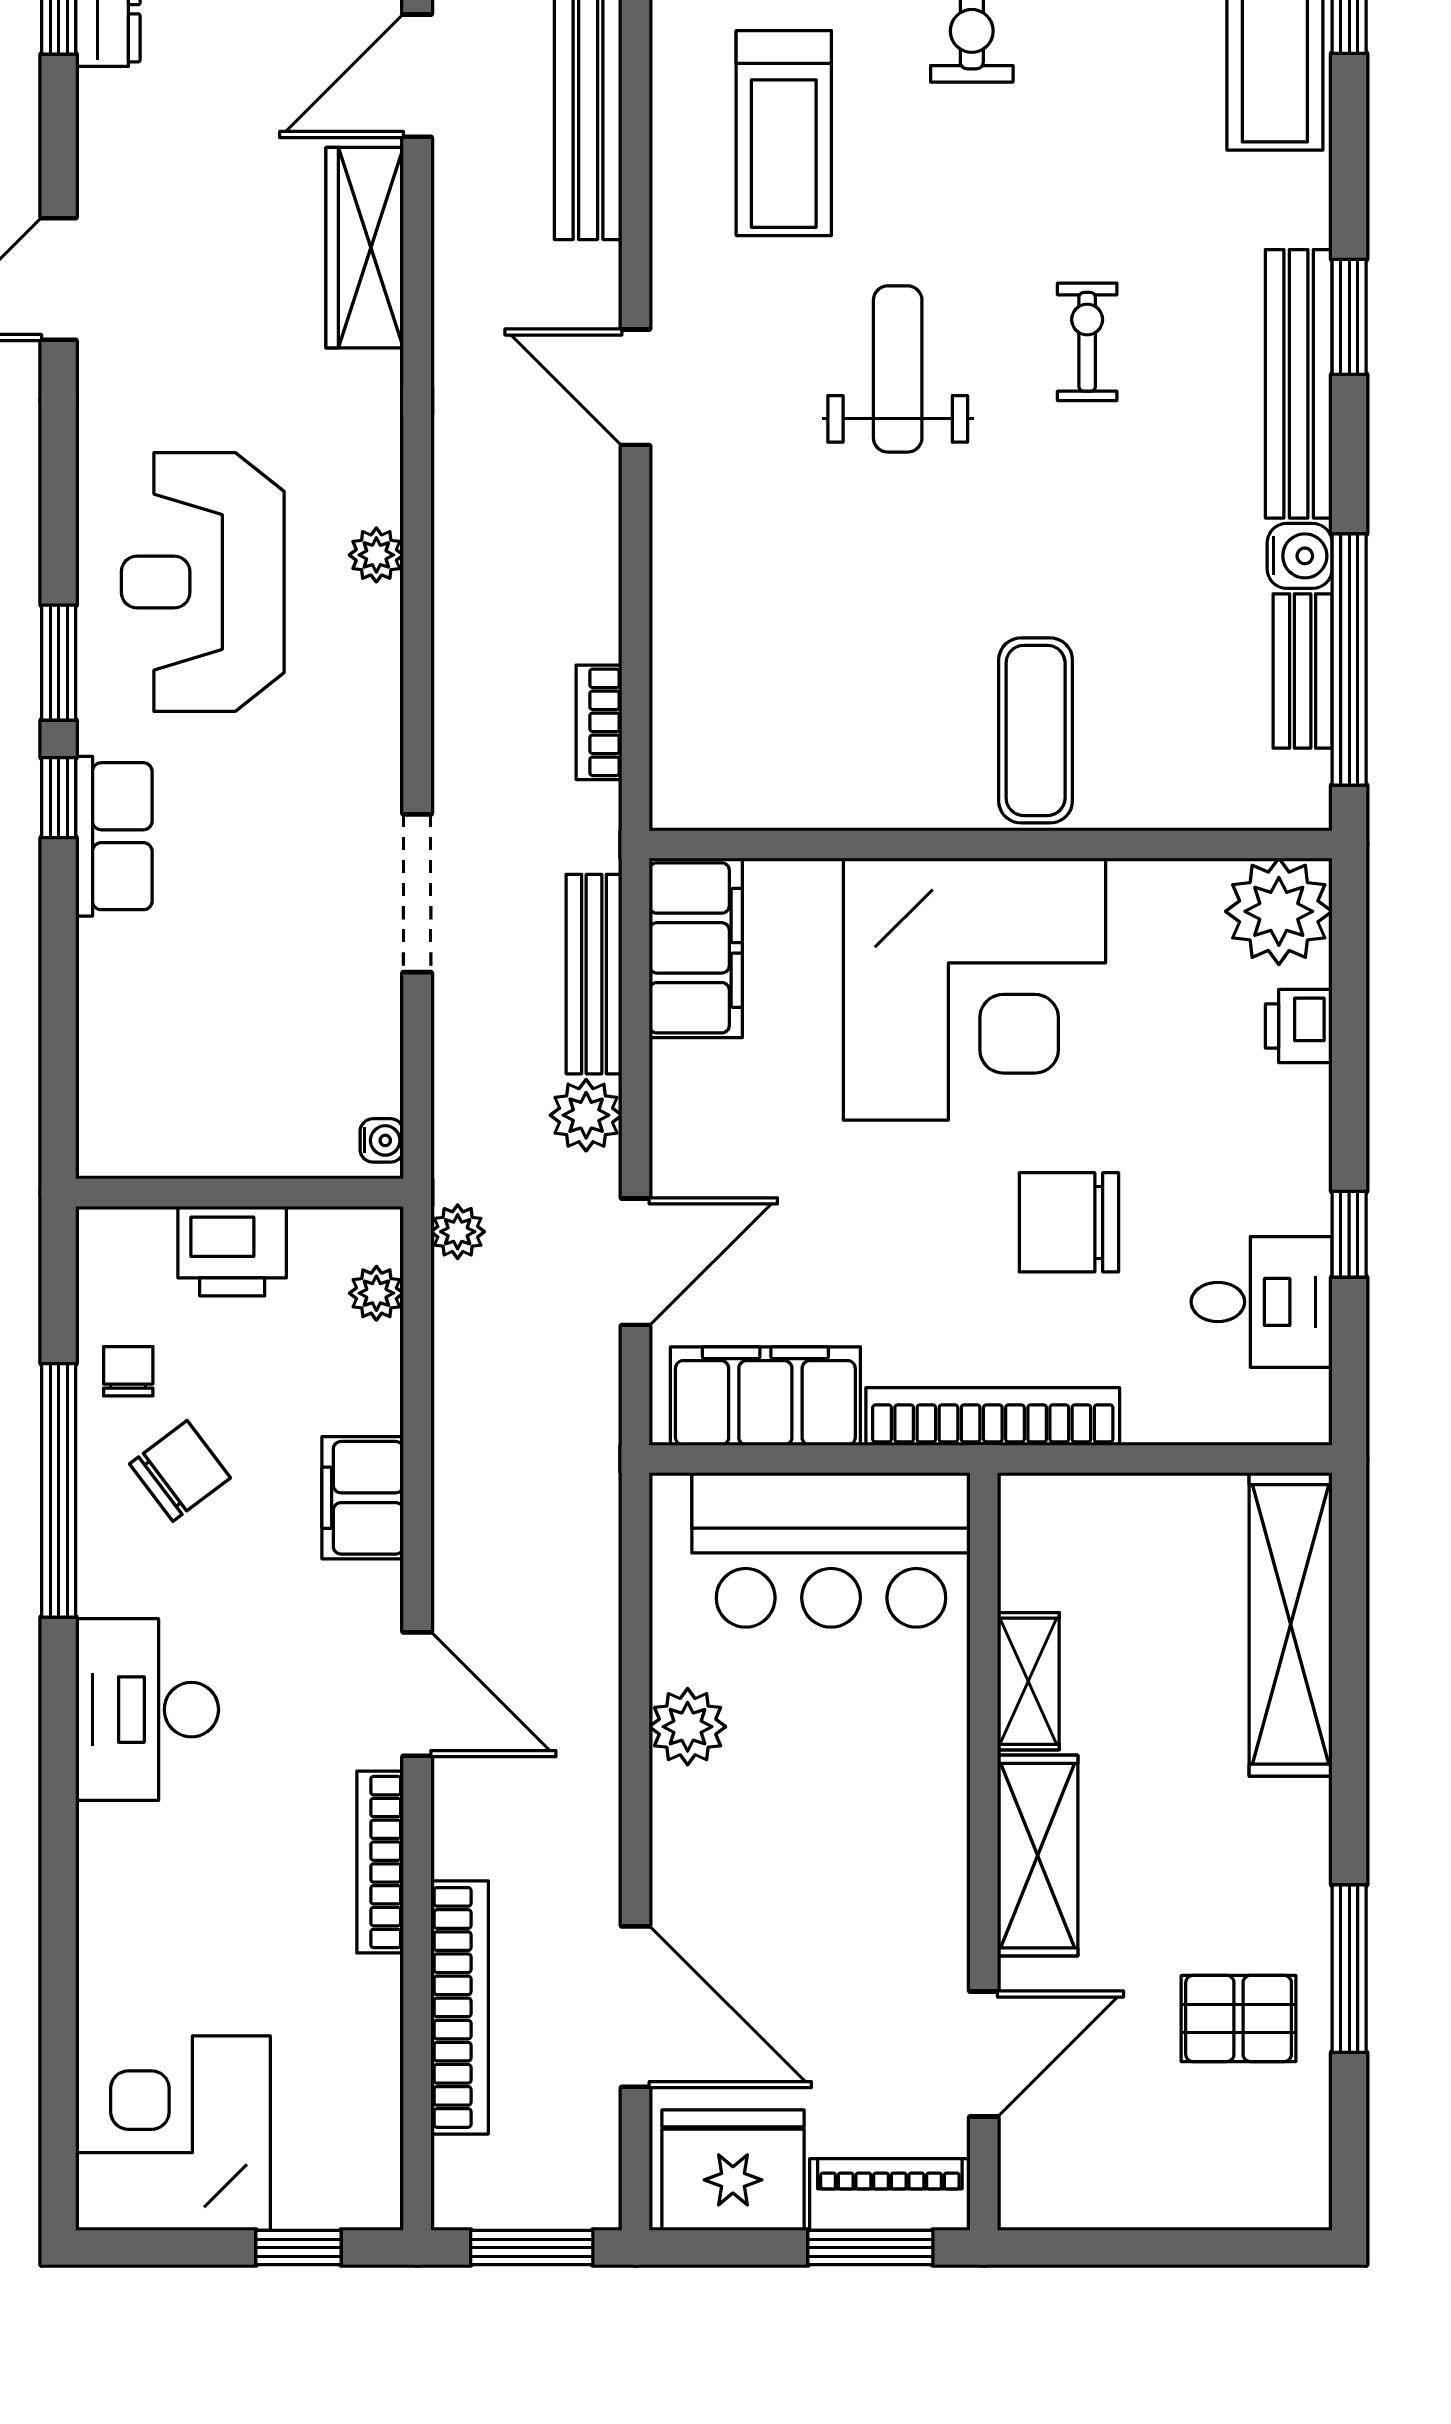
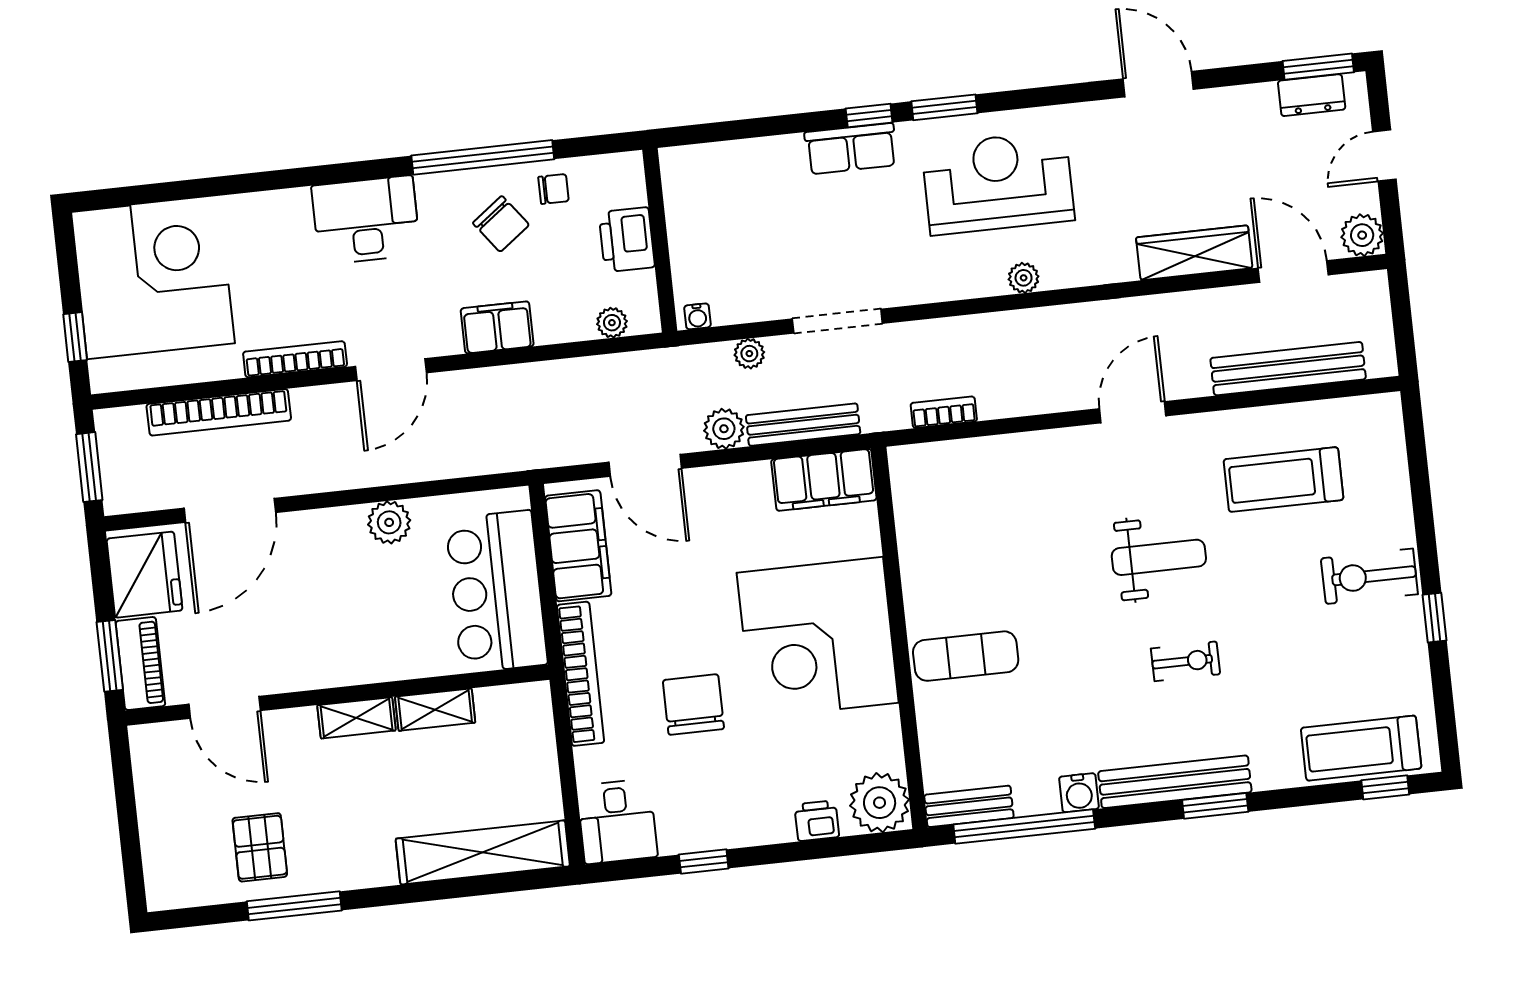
bench: (1303, 671) -> (969, 806), moved
plant: (458, 1232) -> (749, 354), moved
desk: (1262, 1302) -> (617, 821), moved
shelving: (1038, 1856) -> (356, 718), width x0.67, depth x0.75
corner desk: (173, 2133) -> (153, 278), width x1.36, depth x1.36

